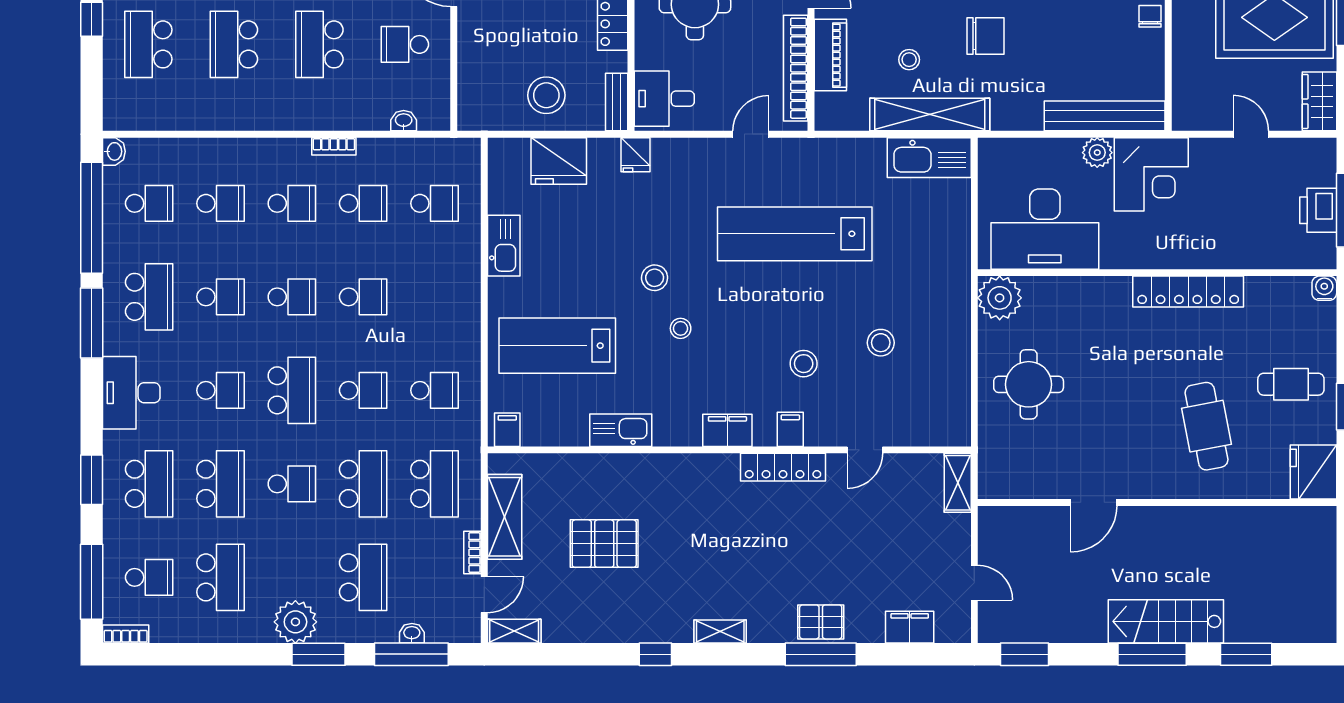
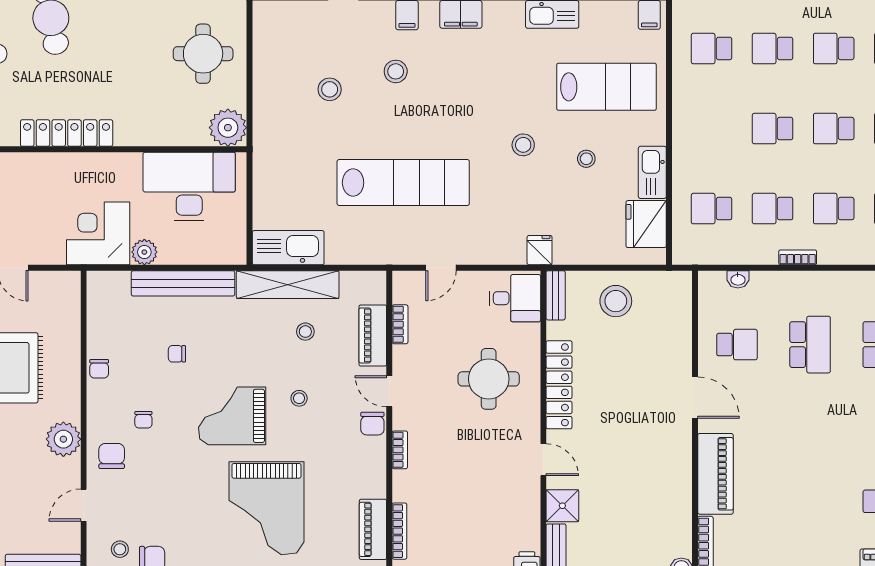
chair: (985, 36) -> (177, 354), moved, width x0.54, depth x0.54
bookcase: (796, 68) -> (400, 324), width x0.43, depth x0.76
bench: (1105, 116) -> (183, 283), moved
fridge: (559, 161) -> (646, 224), moved, turned -90
stool: (681, 328) -> (586, 159), moved
school desk: (292, 390) -> (834, 49), width x0.54

